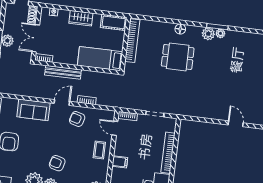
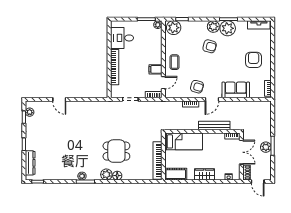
plant: (208, 34) -> (106, 174), moved
door: (115, 128) -> (163, 83), hinge flipped
filing cabinet: (120, 162) -> (155, 69), moved

